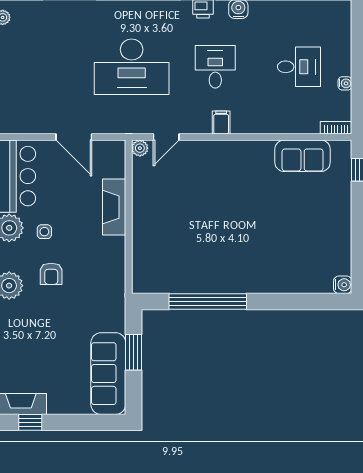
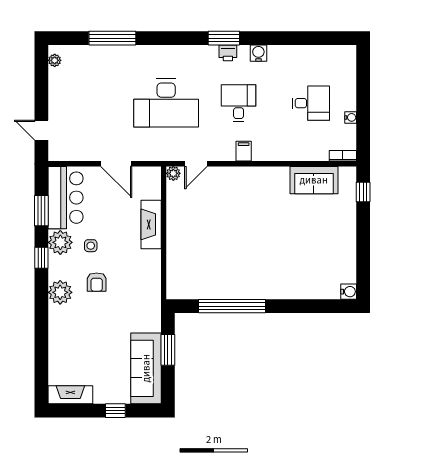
window: (30, 422) -> (115, 411), moved

